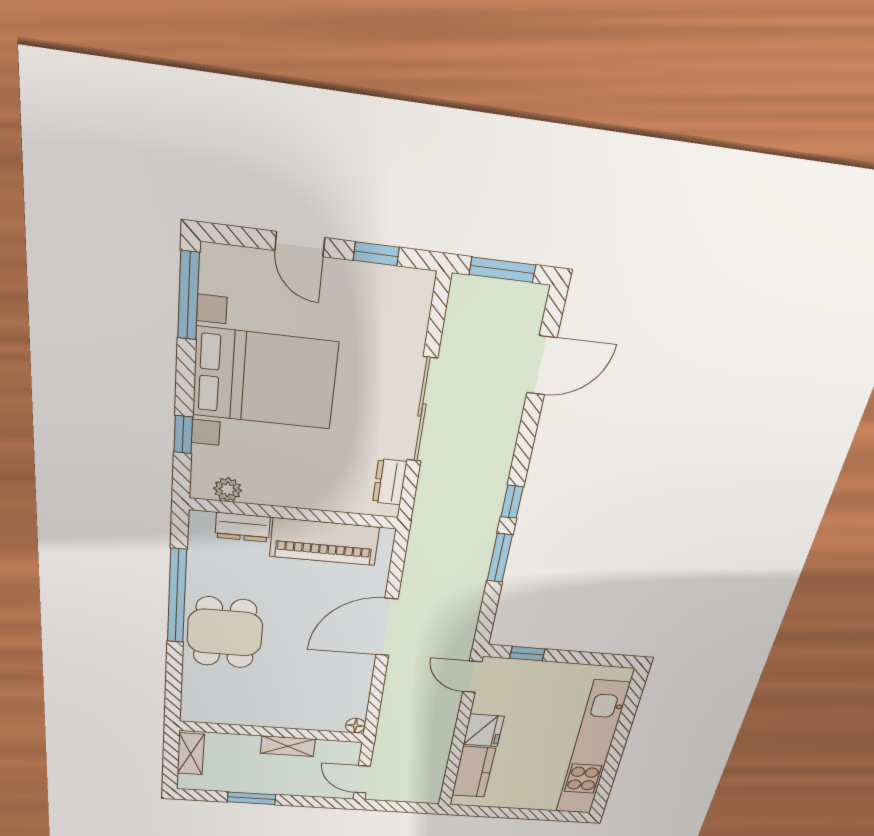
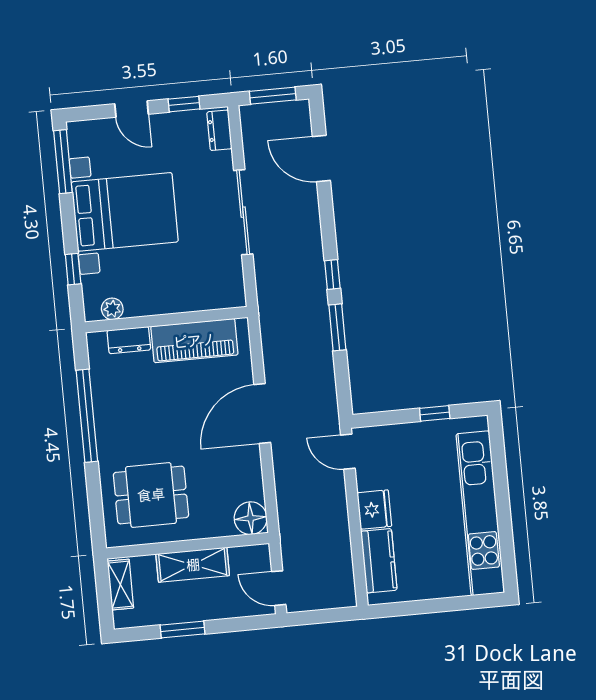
door: (542, 365) -> (321, 159), swing flipped
dresser: (390, 482) -> (219, 130), moved
dining table: (225, 633) -> (151, 495), moved, turned 90
window: (527, 654) -> (435, 413), moved
floor lamp: (355, 726) -> (251, 518), width x1.89, depth x1.89
shelving: (288, 746) -> (193, 565), width x1.50, depth x1.33

